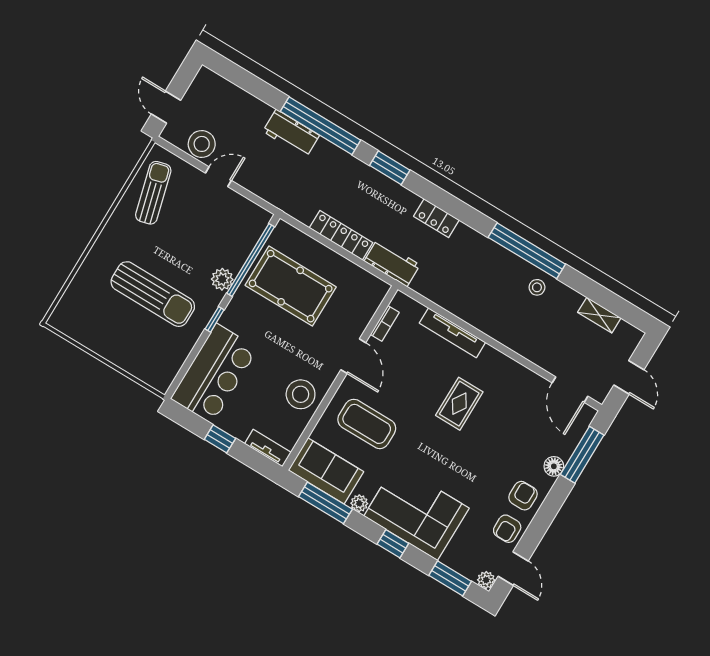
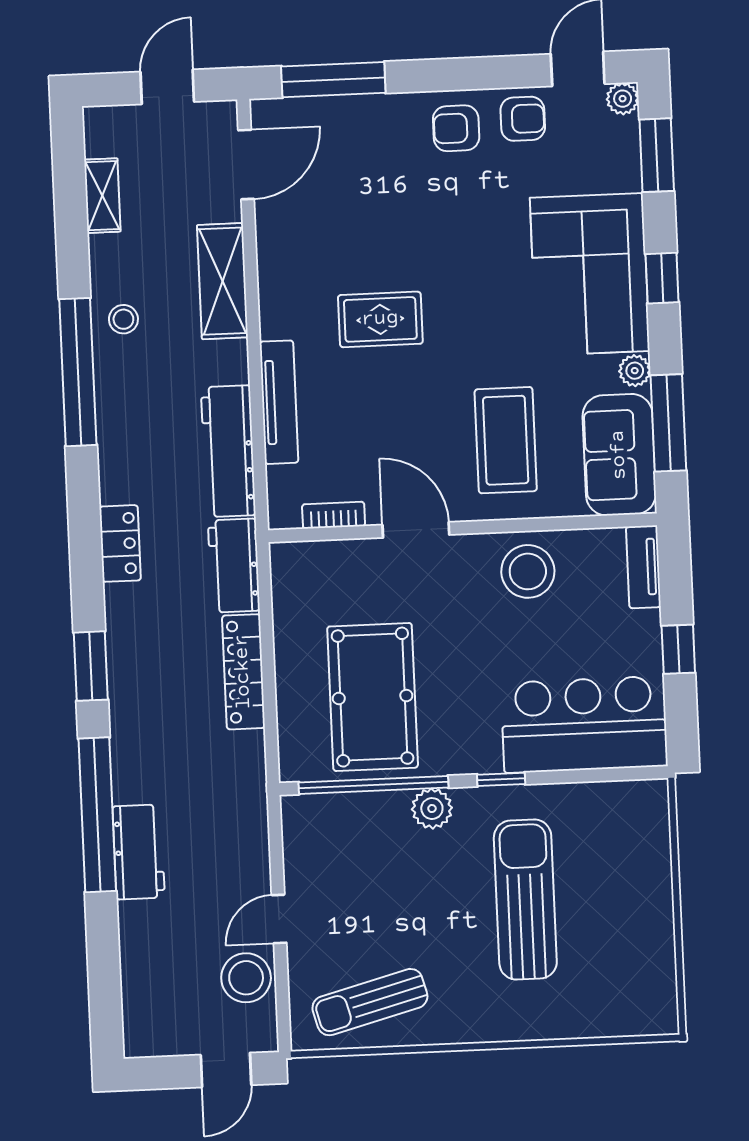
door: (218, 177) -> (279, 919), hinge flipped
workbench: (446, 295) -> (228, 451), added
shelving: (524, 344) -> (222, 281), added
door: (353, 356) -> (416, 530), hinge flipped
floor lamp: (554, 466) -> (380, 111), removed

